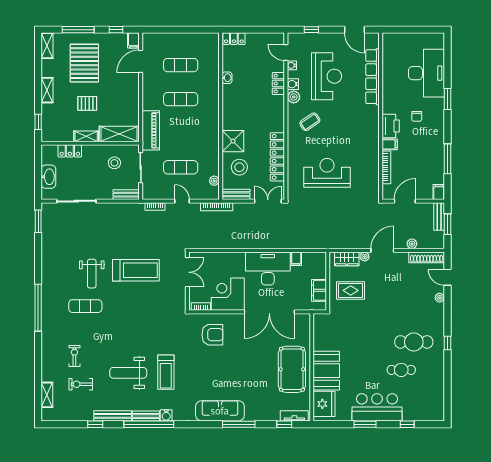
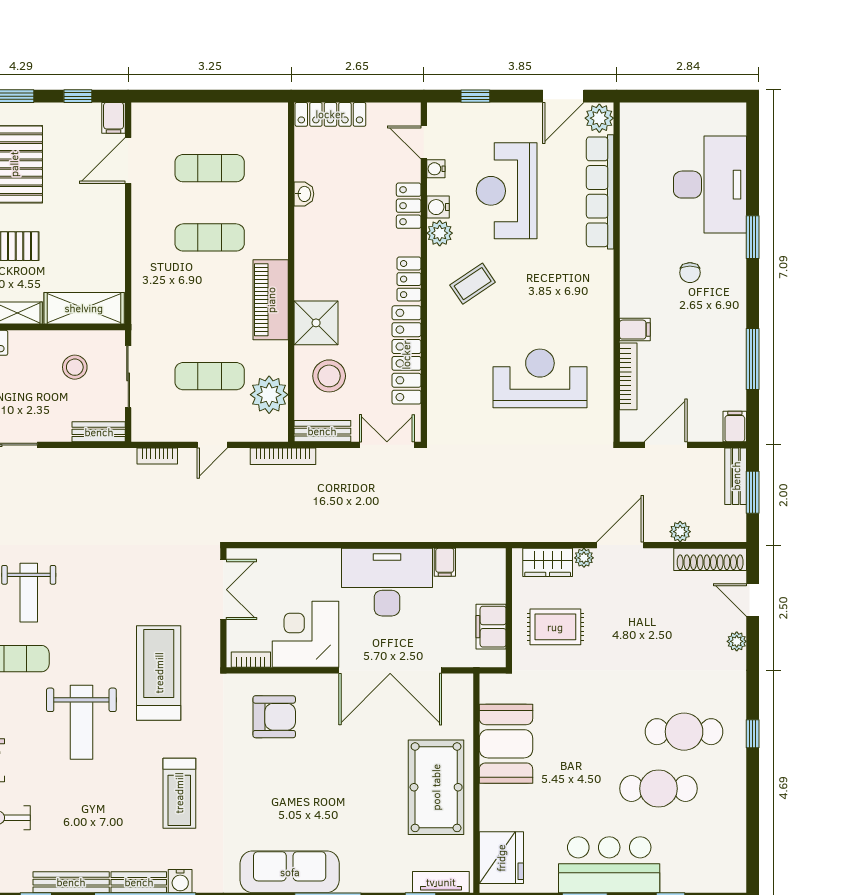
door: (354, 30) -> (563, 96), hinge flipped
locker: (234, 39) -> (330, 114), width x1.53
plant: (372, 40) -> (599, 118), added
reception desk: (327, 76) -> (507, 191), turned 180
locker: (279, 120) -> (409, 279), added
printer: (391, 126) -> (637, 292), removed
piano: (151, 130) -> (271, 300), moved, turned 180
reception desk: (327, 173) -> (540, 378), moved
plant: (214, 181) -> (269, 395), width x1.88, depth x1.88
door: (182, 201) -> (212, 445), swing flipped
treadmill: (136, 270) -> (159, 673), moved, turned -90
cafe table: (401, 370) -> (658, 789), width x1.37, depth x1.35
booth: (326, 371) -> (506, 744), moved
weight bench: (128, 373) -> (81, 722), moved, turned -90

